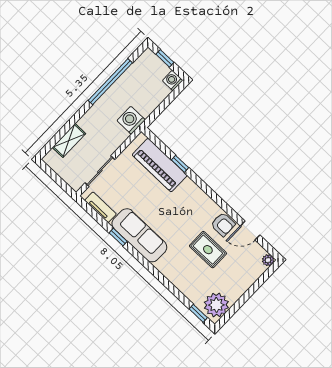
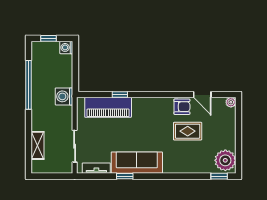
door: (250, 230) -> (202, 95), hinge flipped

